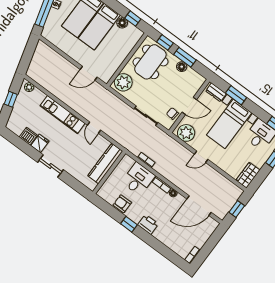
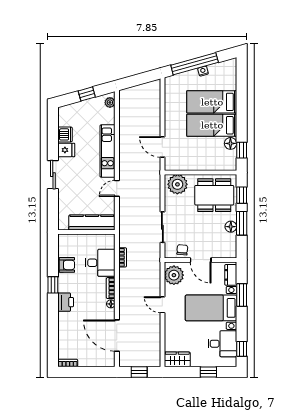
armchair: (122, 204) -> (67, 265), turned 90

